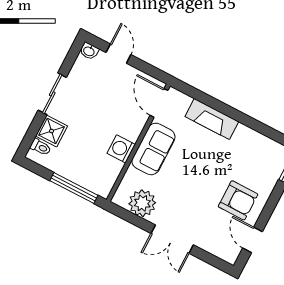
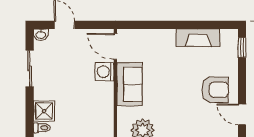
sliding door: (52, 94) -> (30, 68), moved
fireplace: (212, 119) -> (198, 38), moved
washing machine: (121, 149) -> (105, 72), moved

